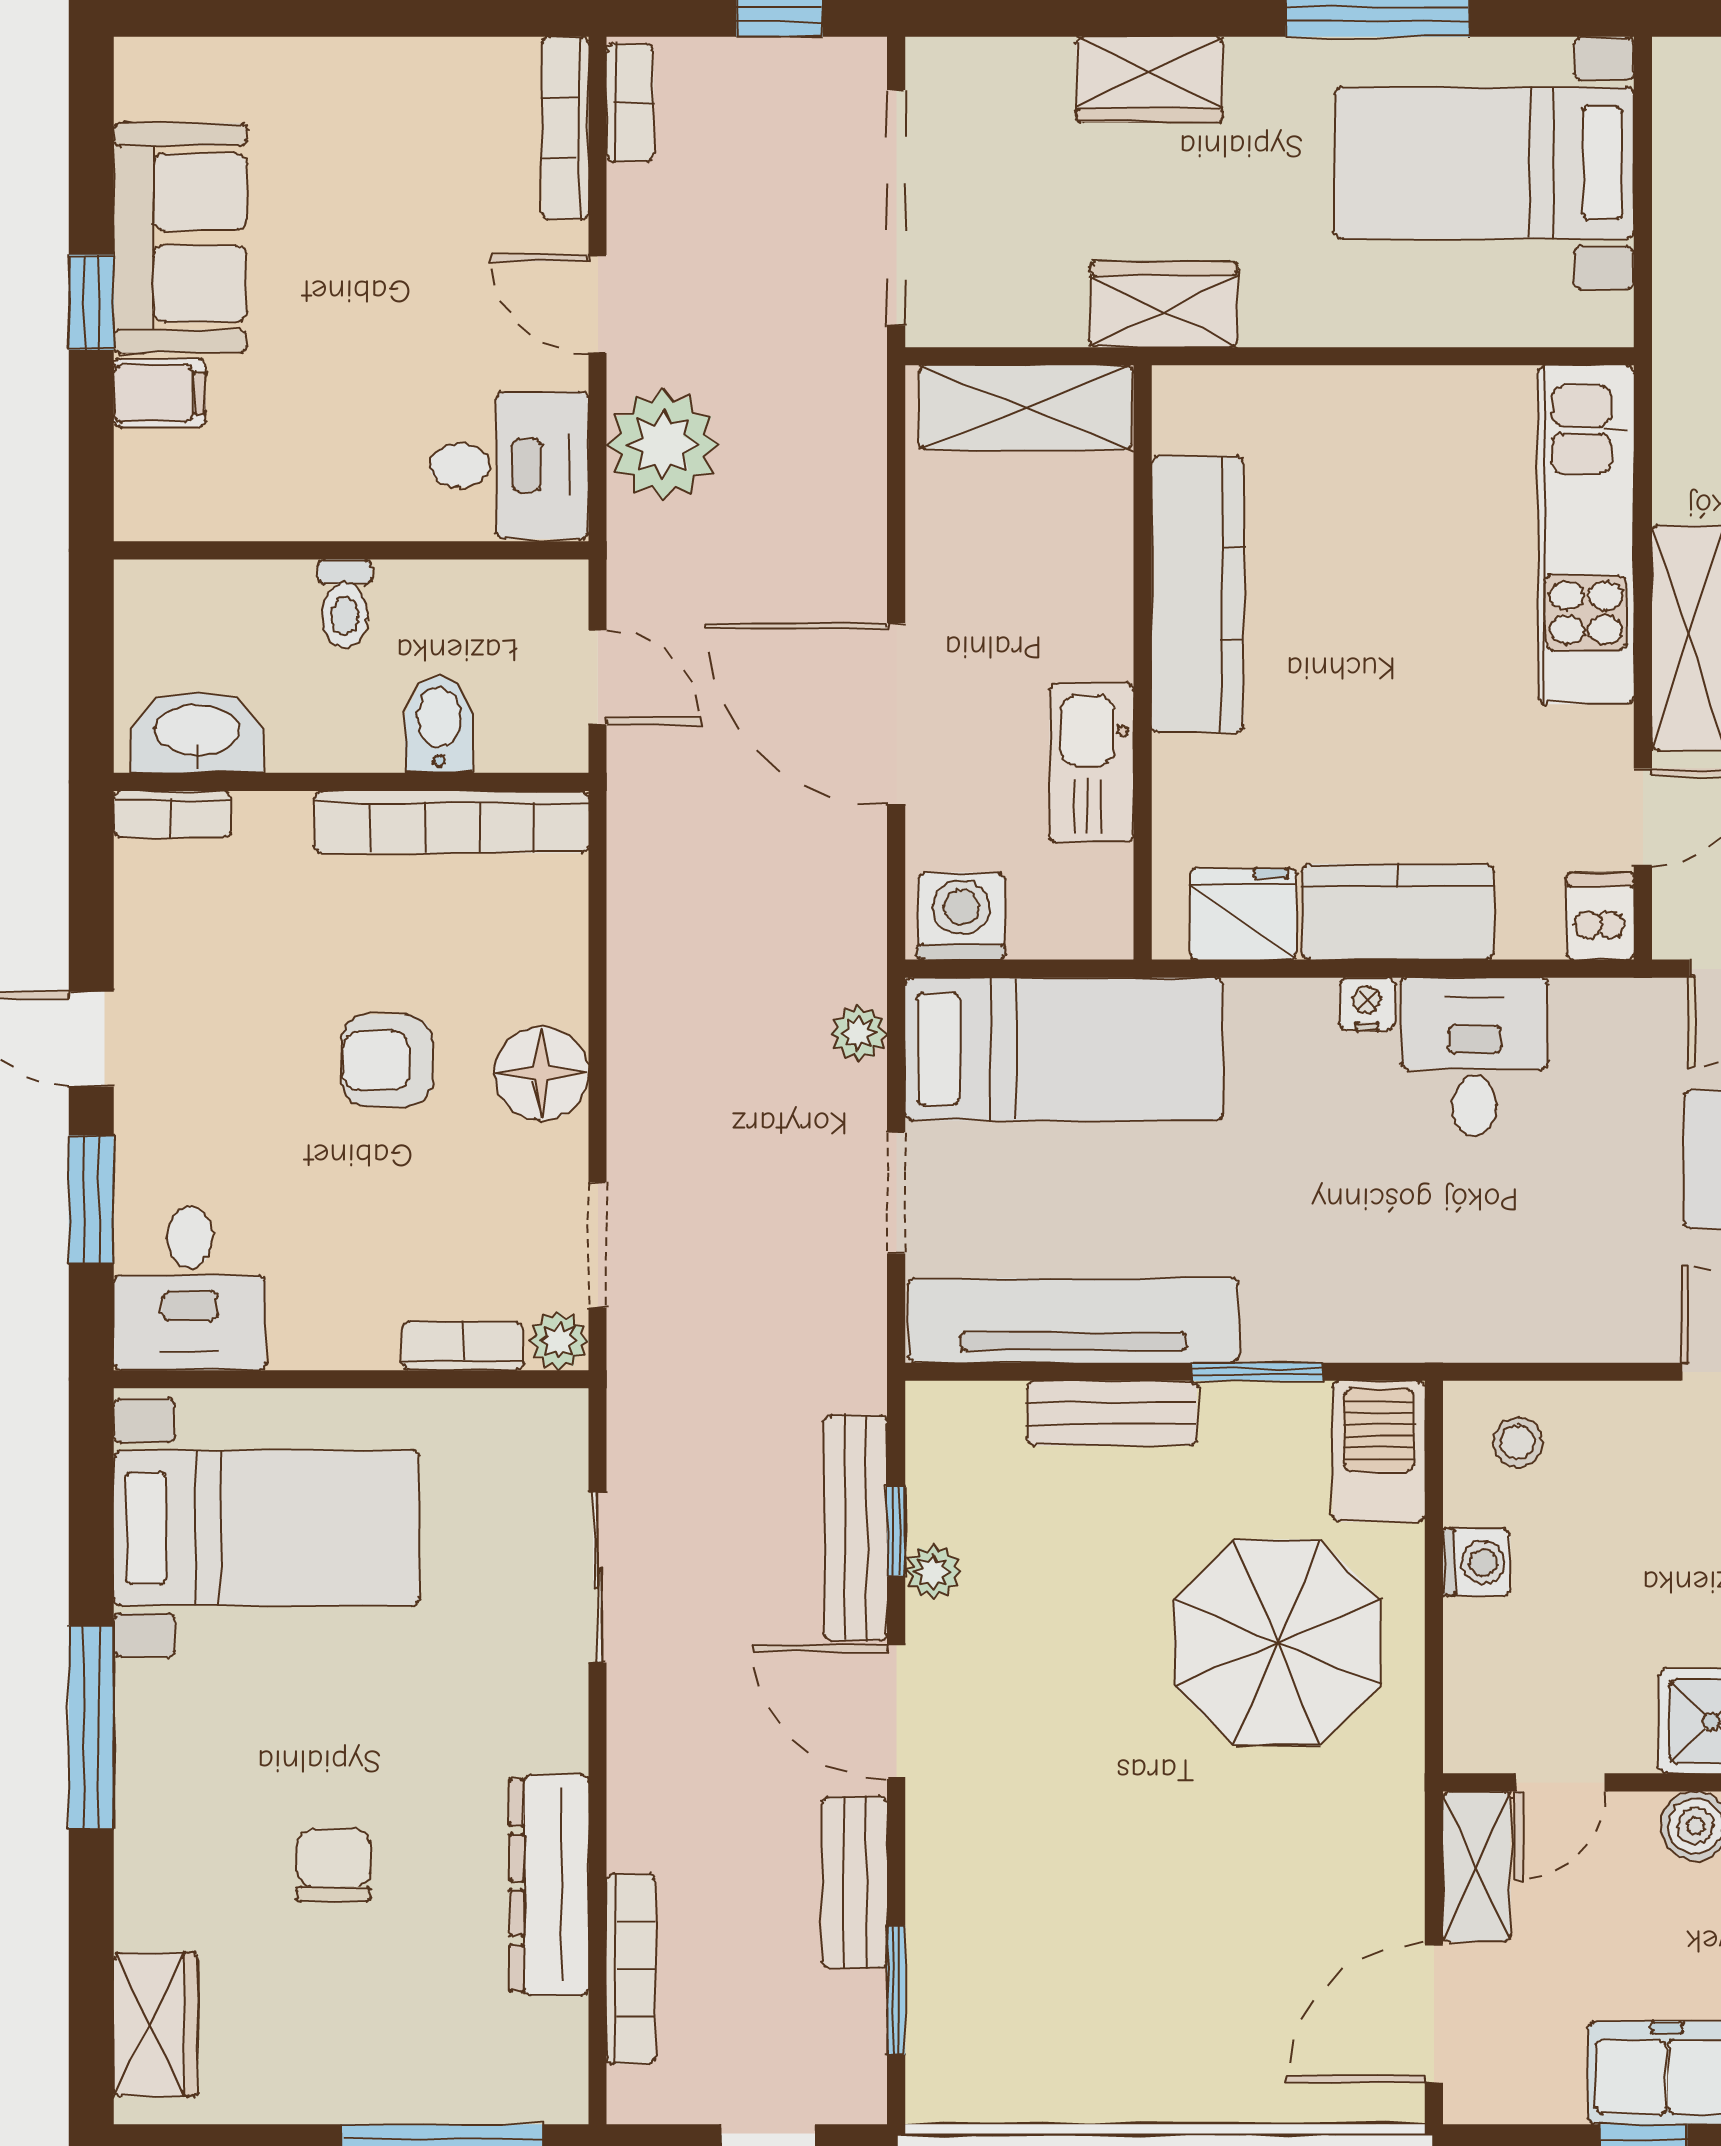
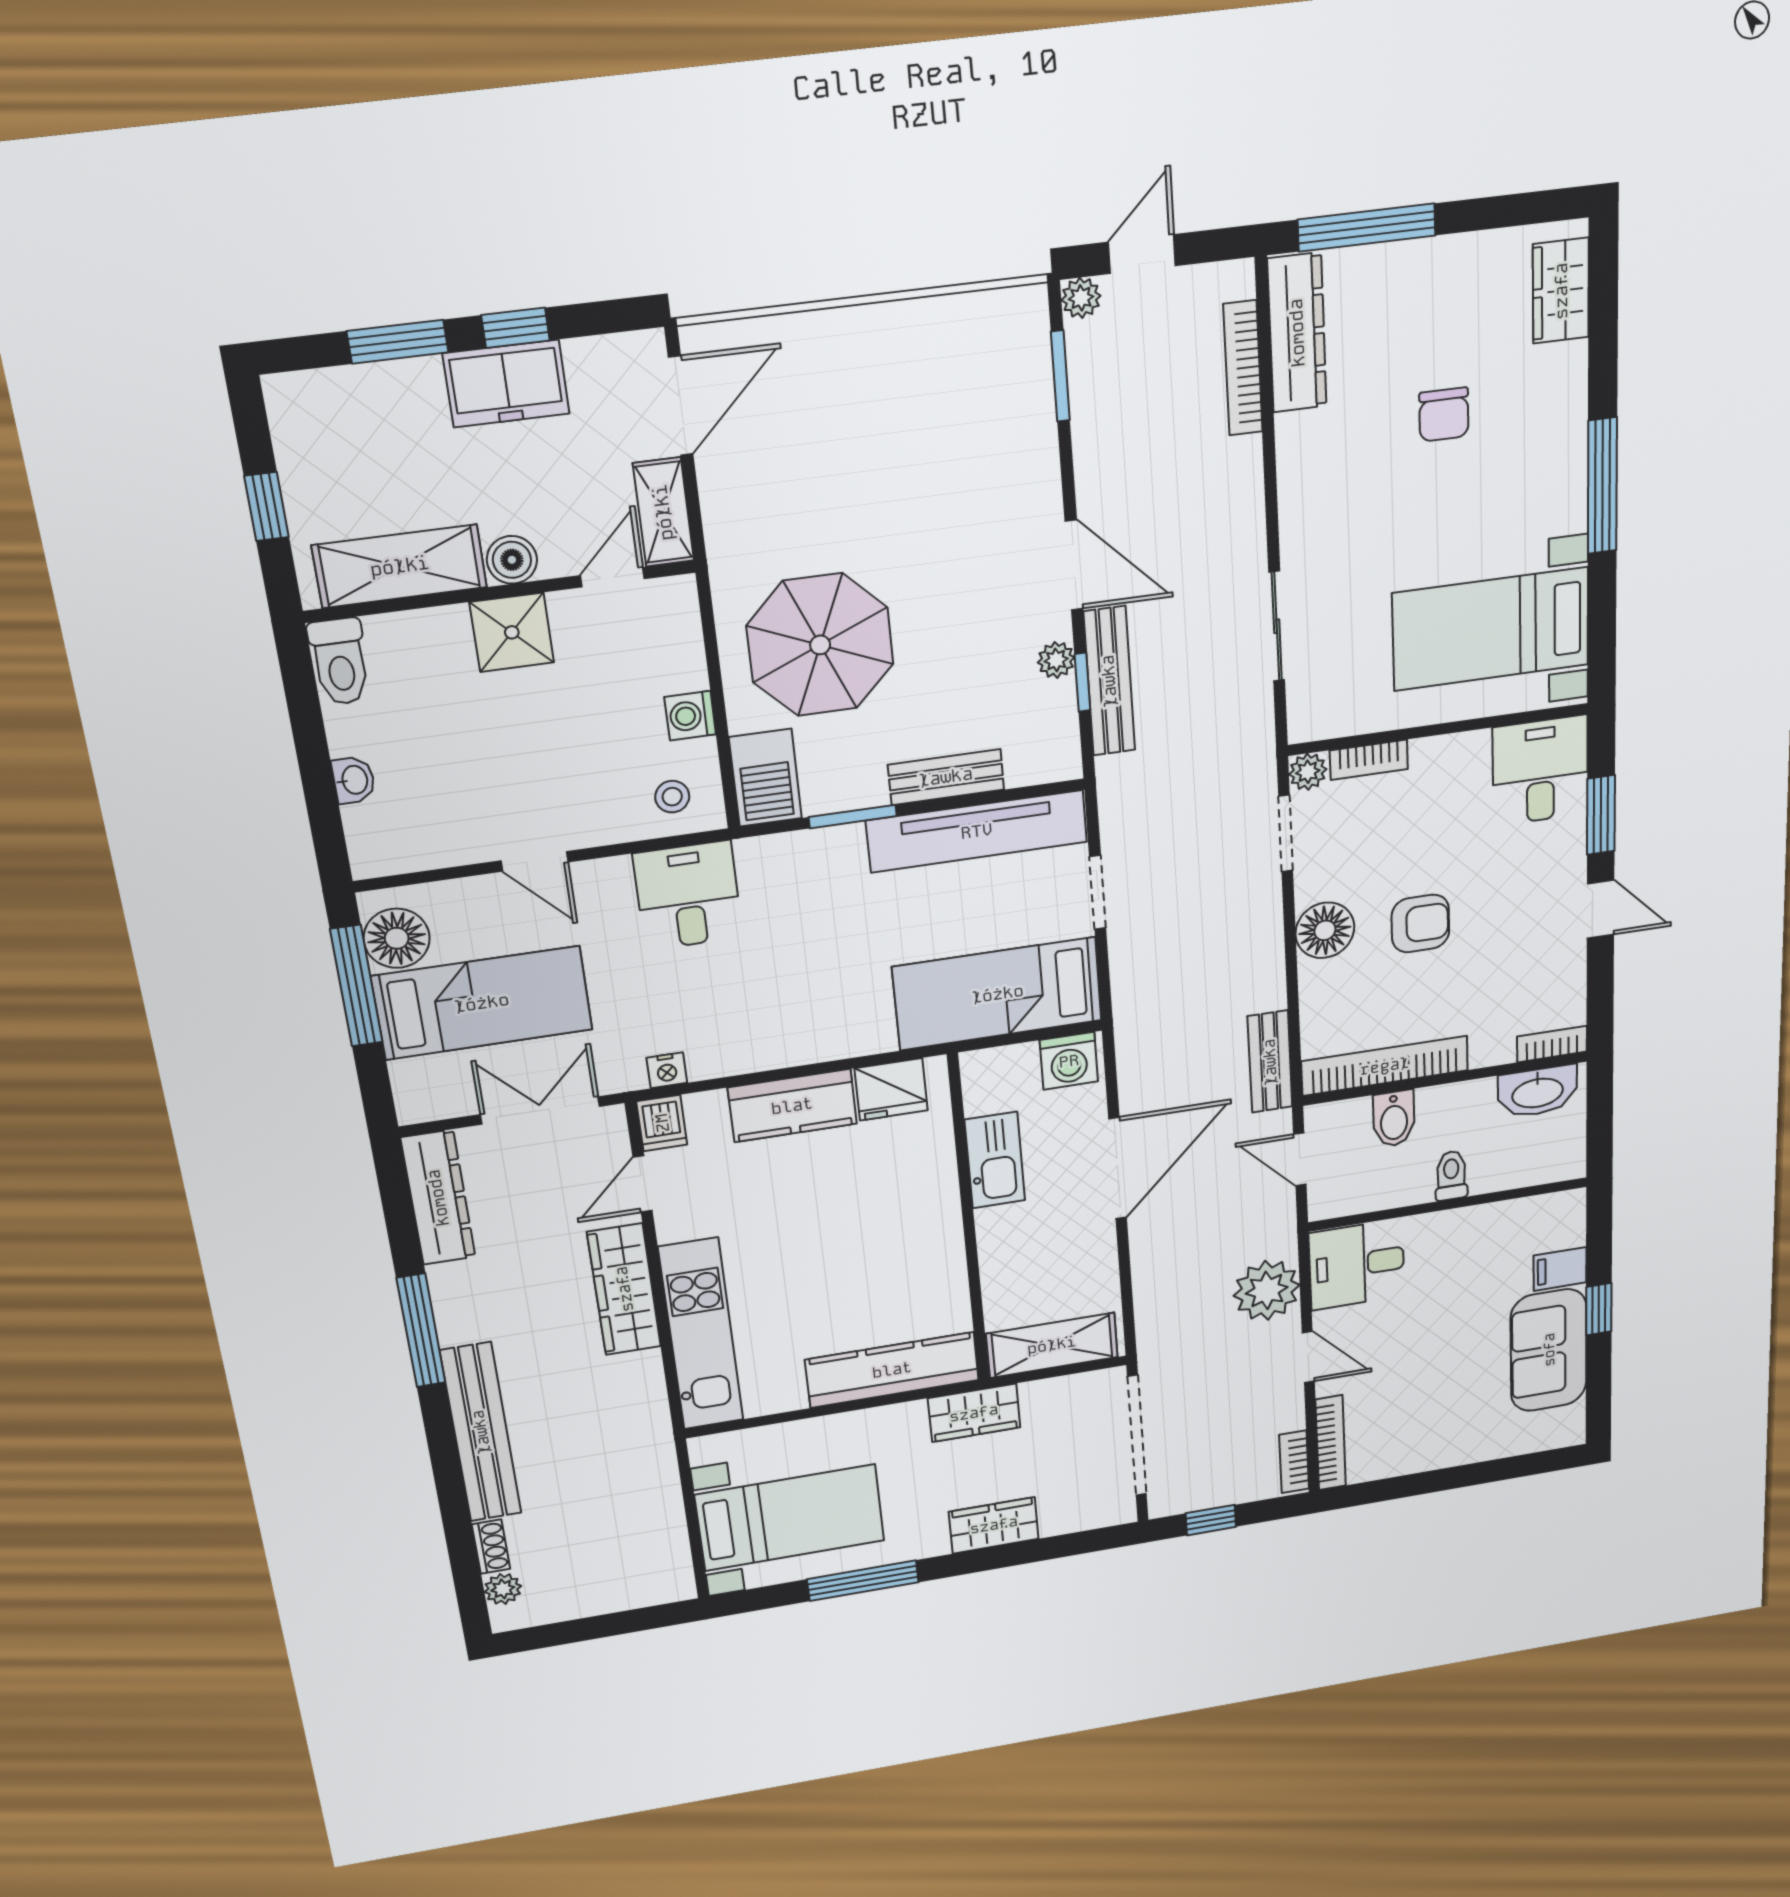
kitchen counter: (1198, 594) -> (892, 1370), moved, turned 90
door: (896, 714) -> (1118, 1168), hinge flipped
nightstand: (1367, 1004) -> (667, 1070), moved
plant: (859, 1033) -> (1081, 298), moved
desk: (1474, 1057) -> (688, 896), moved, turned 180
bench: (855, 1882) -> (1270, 1062), moved
dresser: (549, 1885) -> (1297, 333), moved

